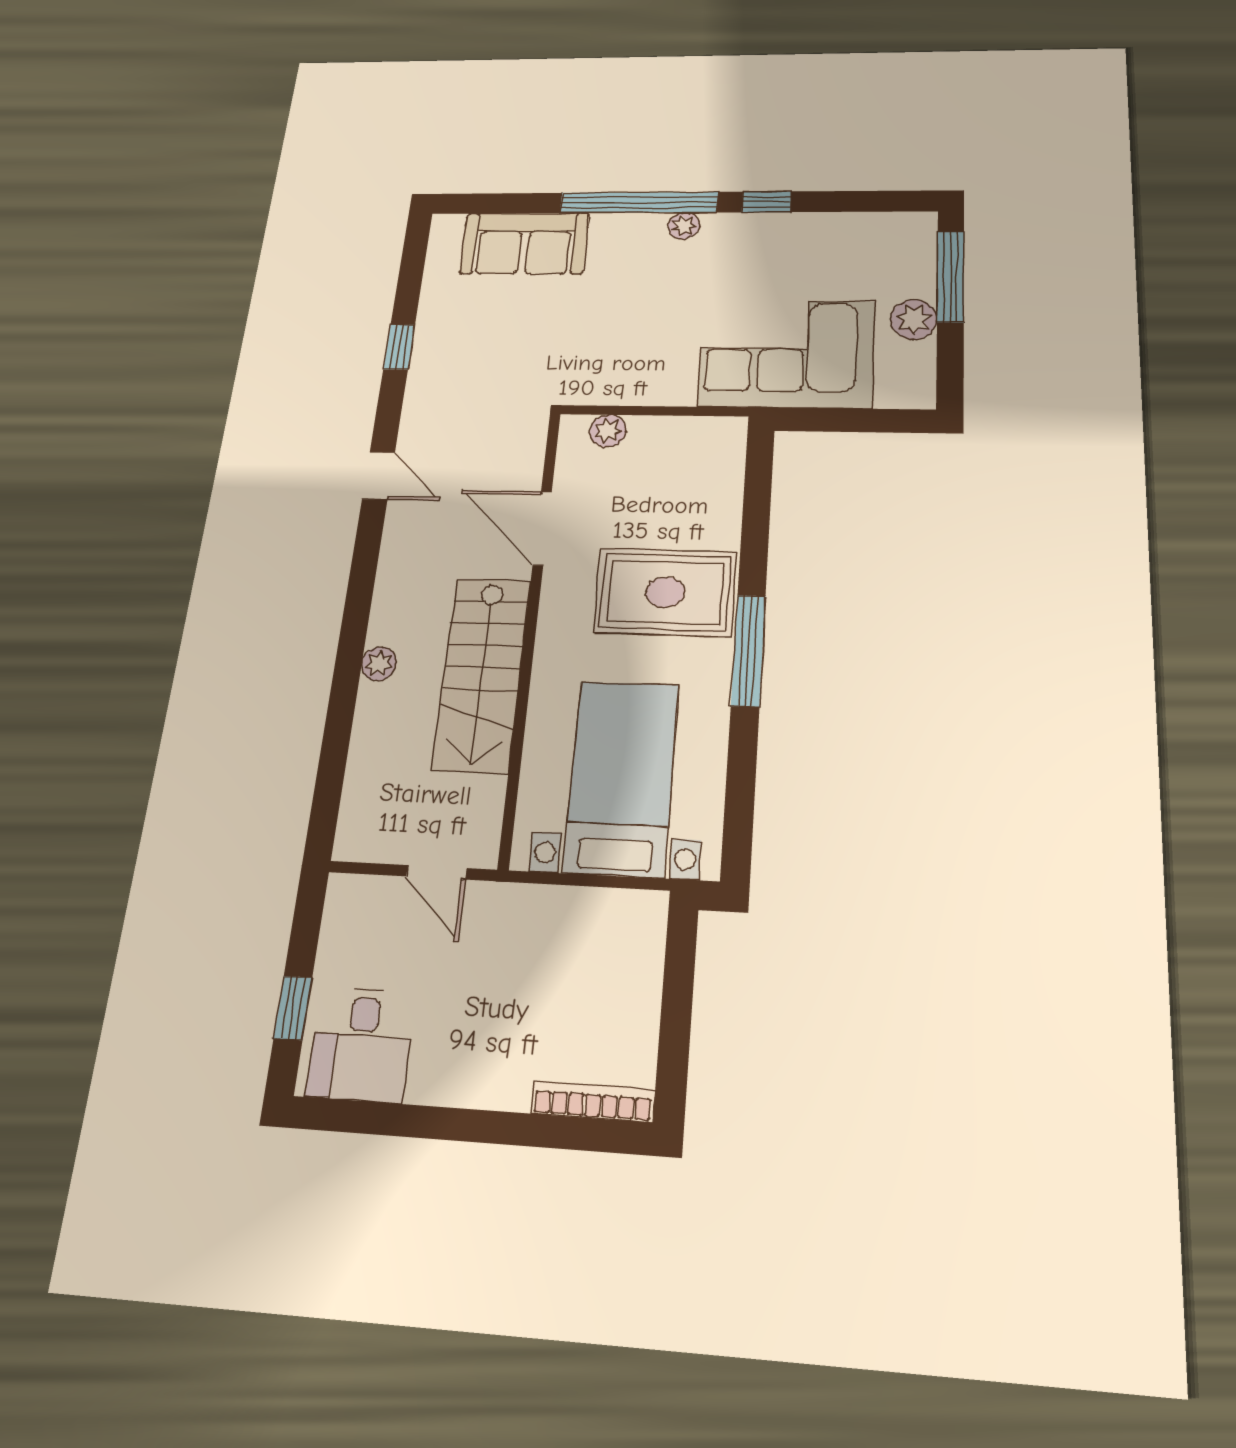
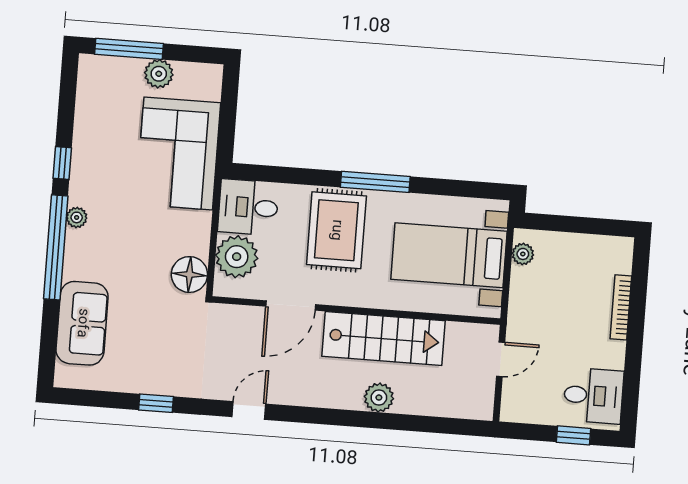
floor lamp: (595, 380) -> (189, 275), added
plant: (608, 431) -> (237, 257), width x1.87, depth x1.87
desk: (702, 458) -> (248, 207), added
plant: (379, 664) -> (379, 398), width x1.38, depth x1.38
plant: (623, 908) -> (523, 254), added
bookcase: (593, 1101) -> (621, 307), moved

